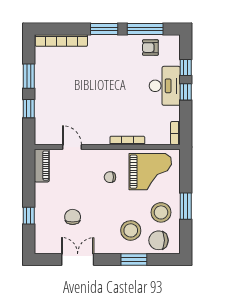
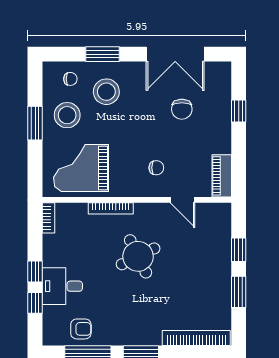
desk: (165, 86) -> (62, 286), width x0.73
round table: (106, 103) -> (138, 256), added
chair: (110, 177) -> (156, 168), moved
chair: (159, 240) -> (70, 79), width x0.54, depth x0.54
double door: (78, 259) -> (175, 54), width x1.37

